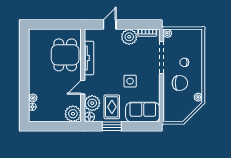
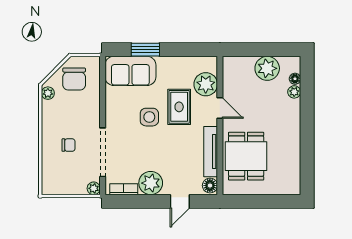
chair: (180, 83) -> (74, 79), moved, turned -90
door: (83, 87) -> (220, 108), hinge flipped
rug: (112, 107) -> (179, 107), moved
plant: (73, 114) -> (267, 68), moved
floor lamp: (89, 117) -> (210, 186), moved
window: (112, 126) -> (145, 50), moved

